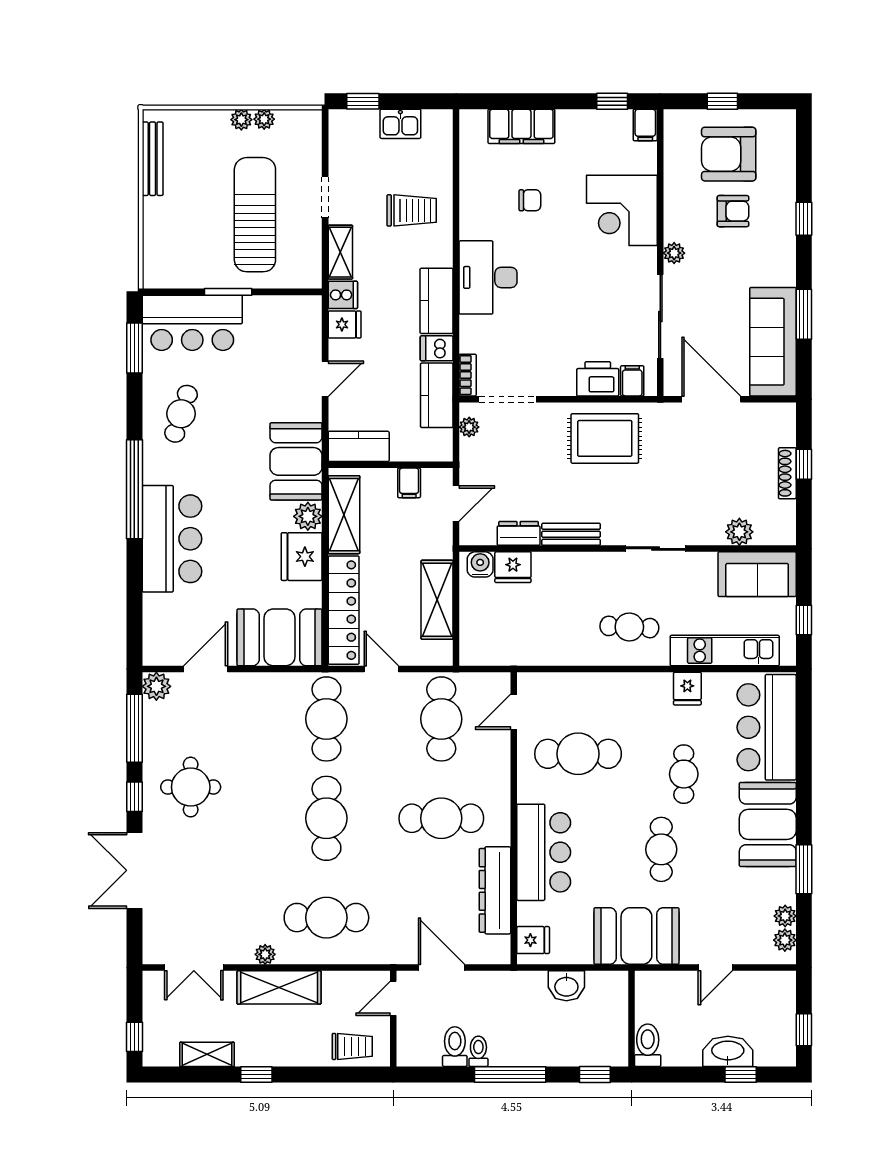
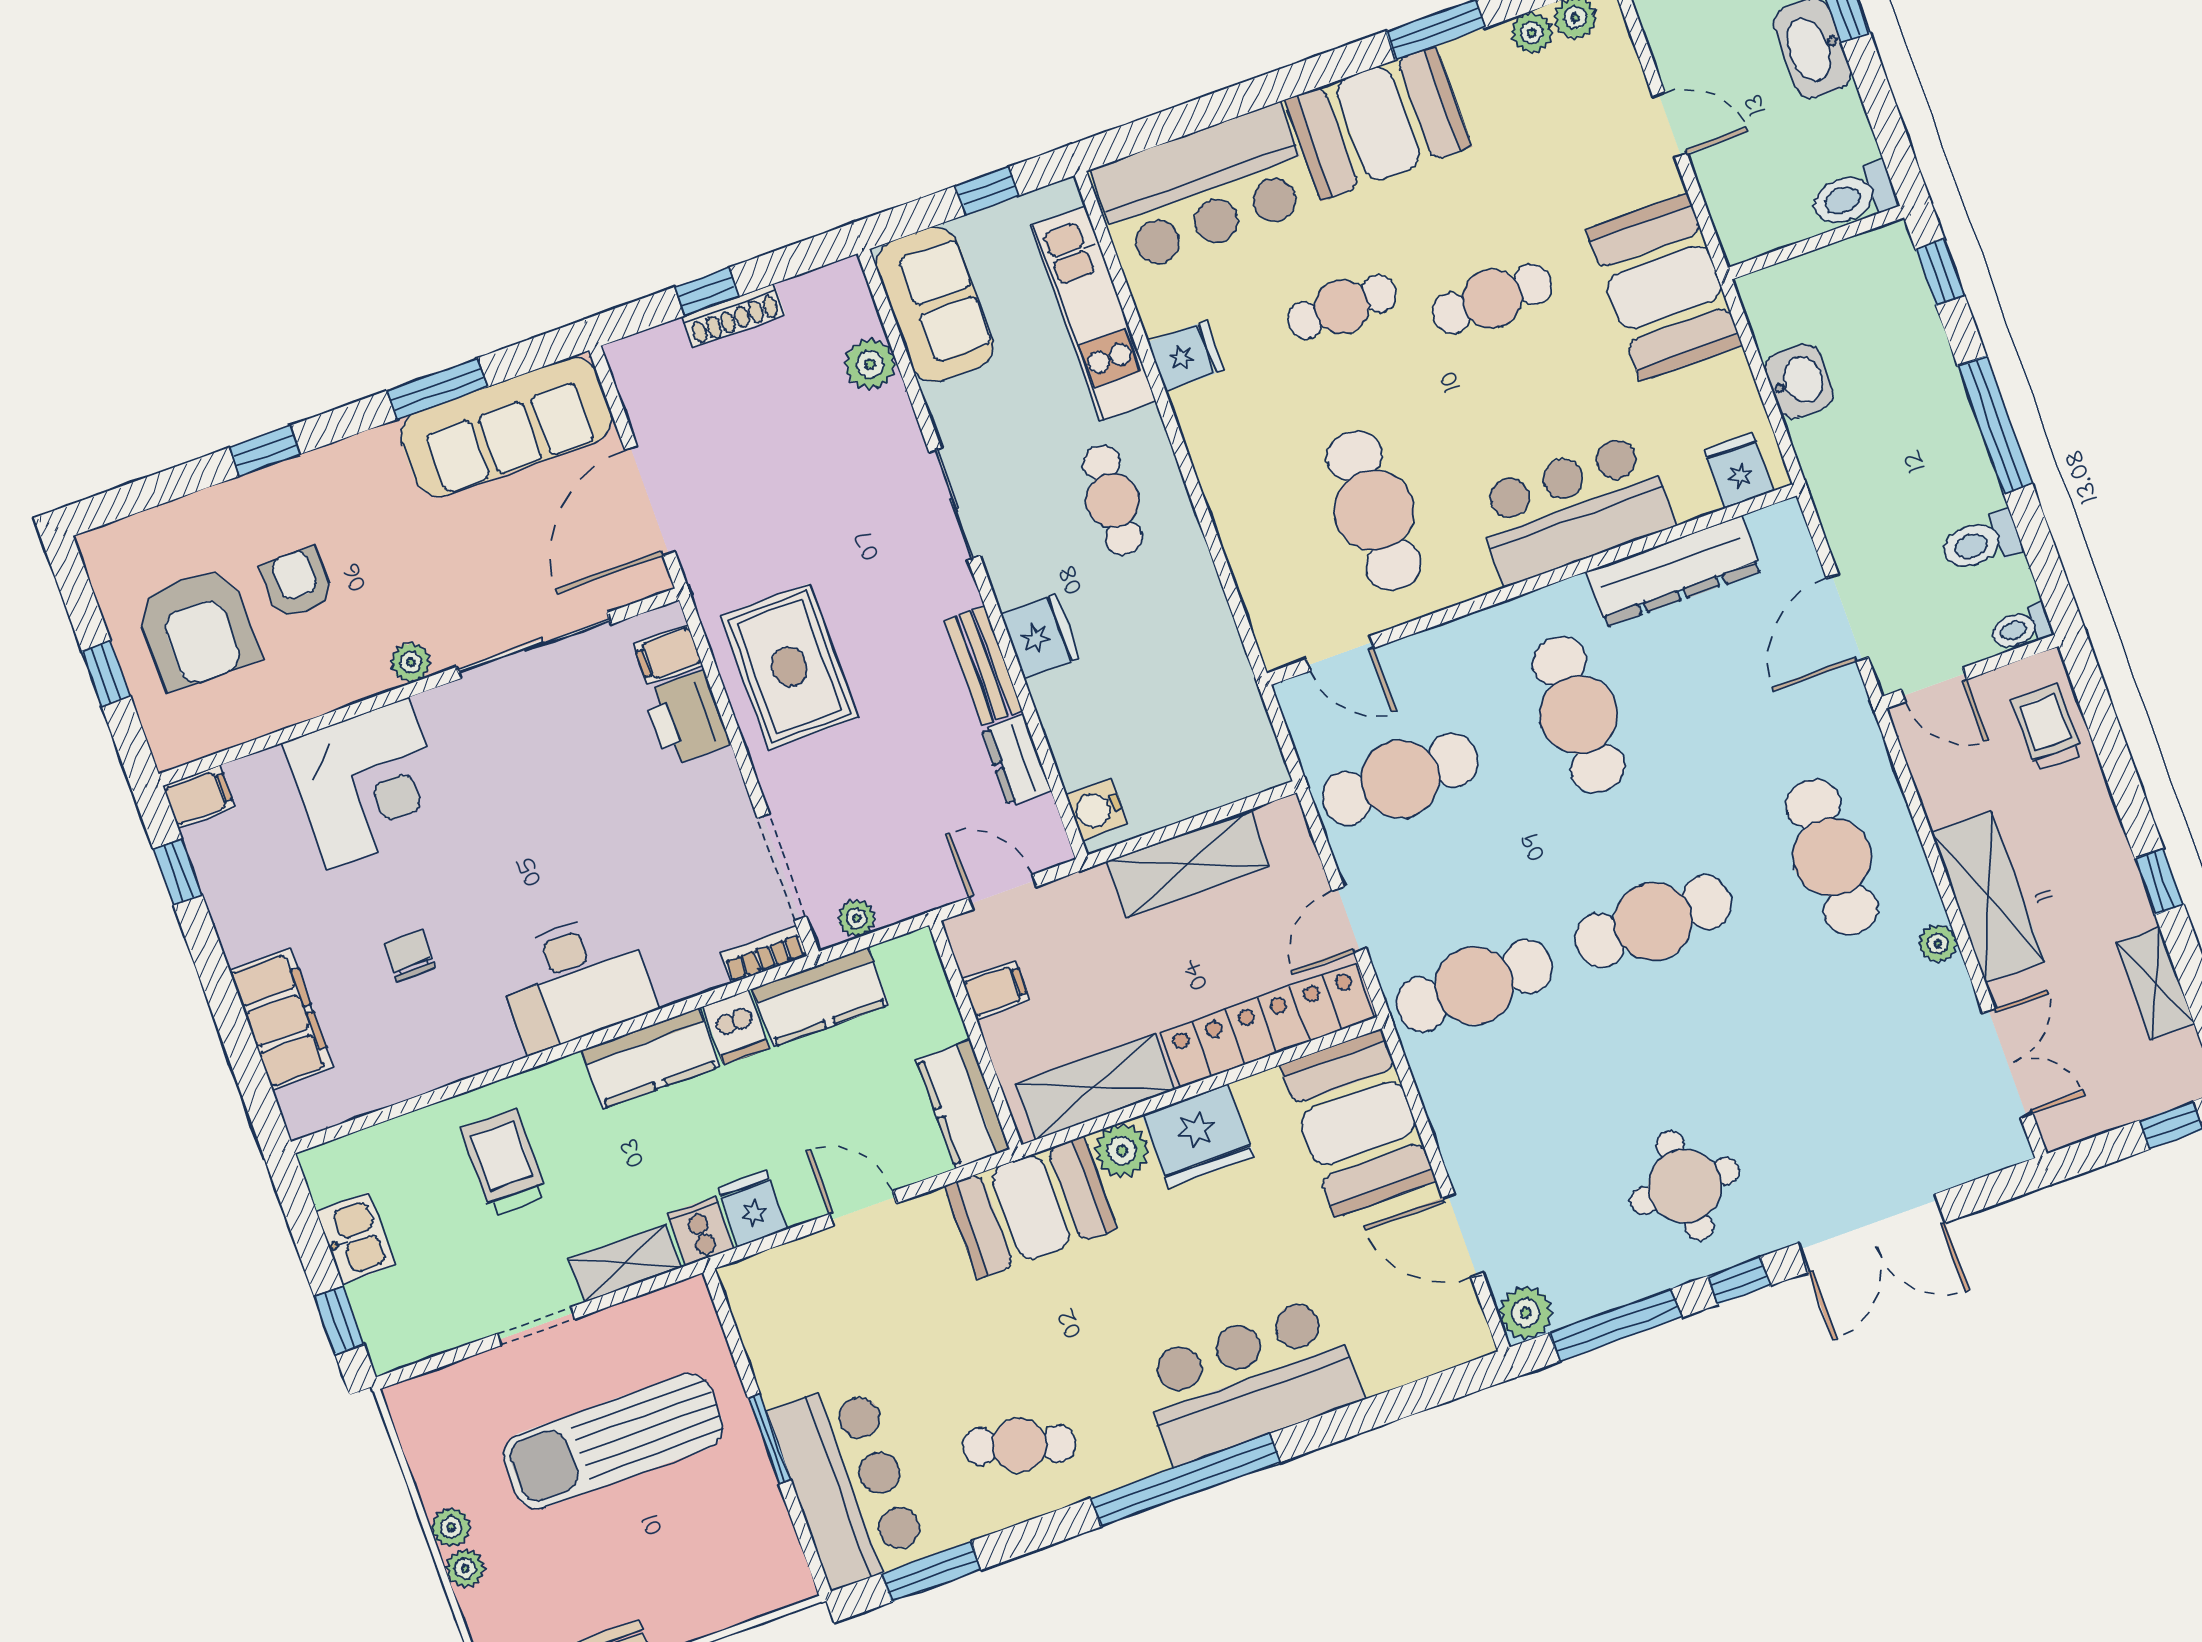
plant: (264, 119) -> (465, 1569), moved
fridge: (513, 567) -> (1040, 636), moved
toilet: (478, 1051) -> (2021, 628), moved

